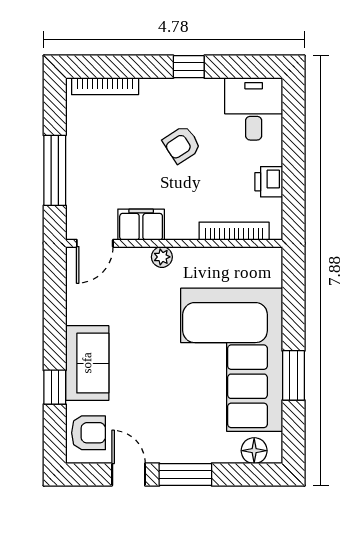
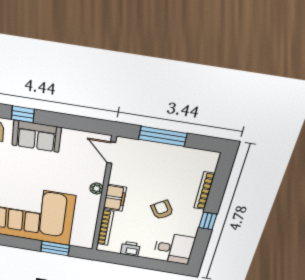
bookcase: (105, 86) -> (204, 191), moved
filing cabinet: (141, 225) -> (115, 198), moved
window: (294, 375) -> (55, 248), moved

